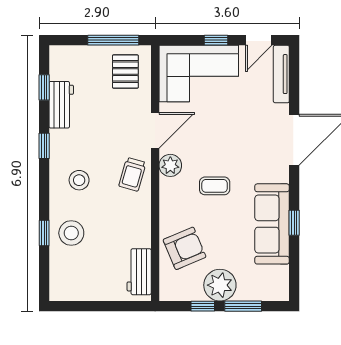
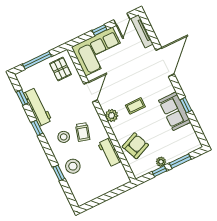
window: (113, 40) -> (37, 60), moved
workbench: (61, 105) -> (38, 107), width x1.38
plant: (170, 165) -> (112, 115), moved
trolley: (132, 174) -> (83, 132), moved
sofa: (272, 224) -> (175, 111), width x0.73
workbench: (139, 272) -> (110, 152), moved
plant: (220, 285) -> (161, 162), width x0.53, depth x0.53

